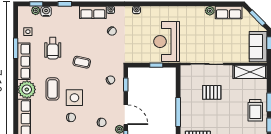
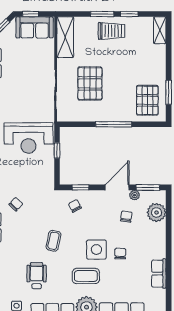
wheelchair: (53, 48) -> (37, 276), turned -90
pallet: (212, 92) -> (90, 83), width x1.50, depth x1.42

